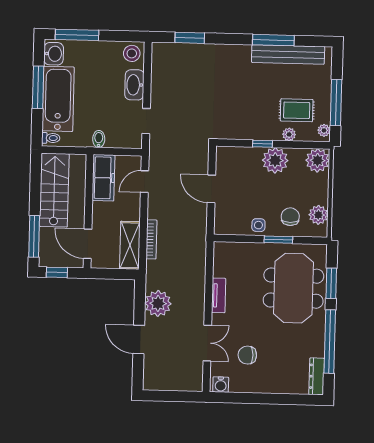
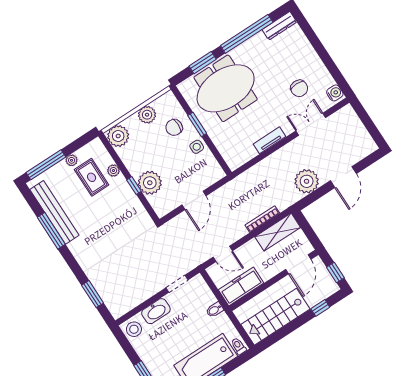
window: (336, 103) -> (46, 165), moved
plant: (324, 130) -> (72, 160), moved
plant: (275, 160) -> (150, 183), moved
plant: (318, 215) -> (147, 115), moved
window: (34, 236) -> (320, 308), width x0.46

